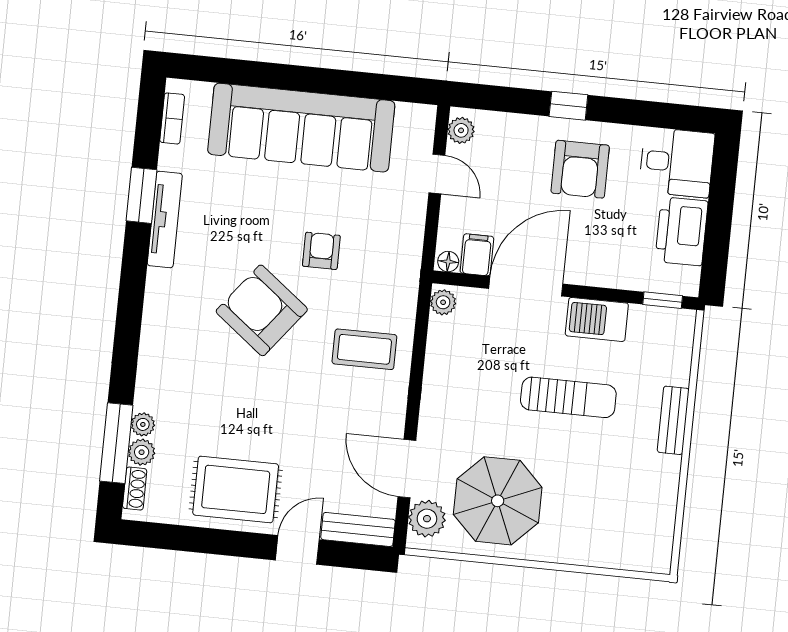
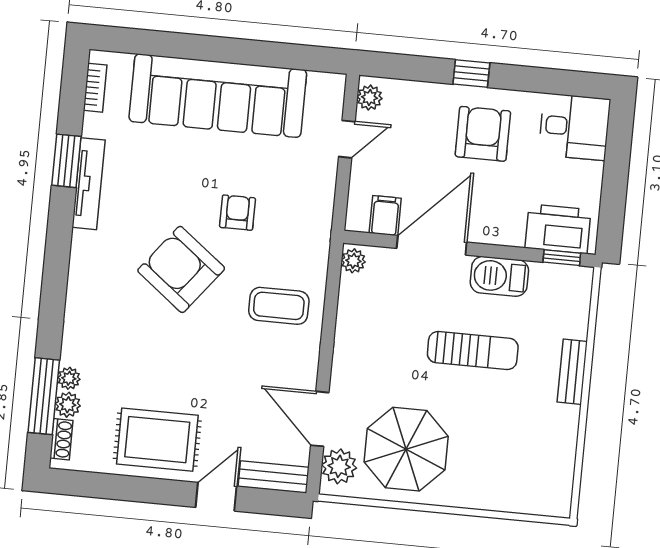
armchair: (580, 169) -> (483, 134), turned 180
door: (437, 174) -> (347, 139), hinge flipped
printer: (681, 231) -> (558, 229), moved, turned 90
floor lamp: (448, 262) -> (358, 222), removed

